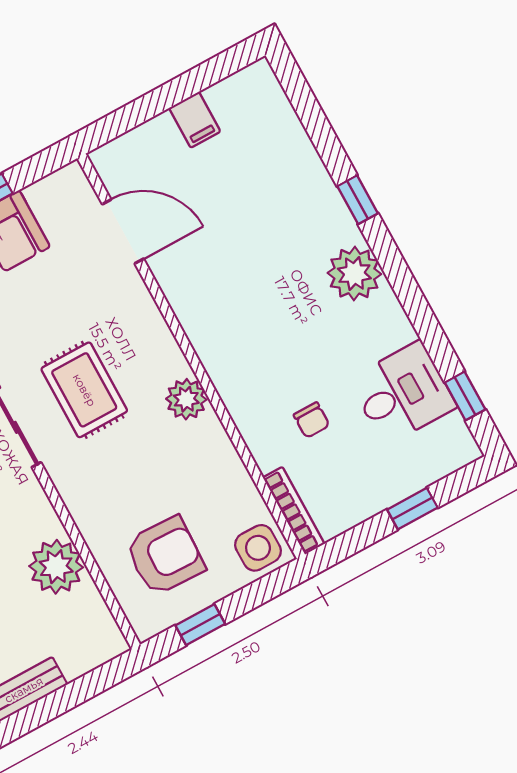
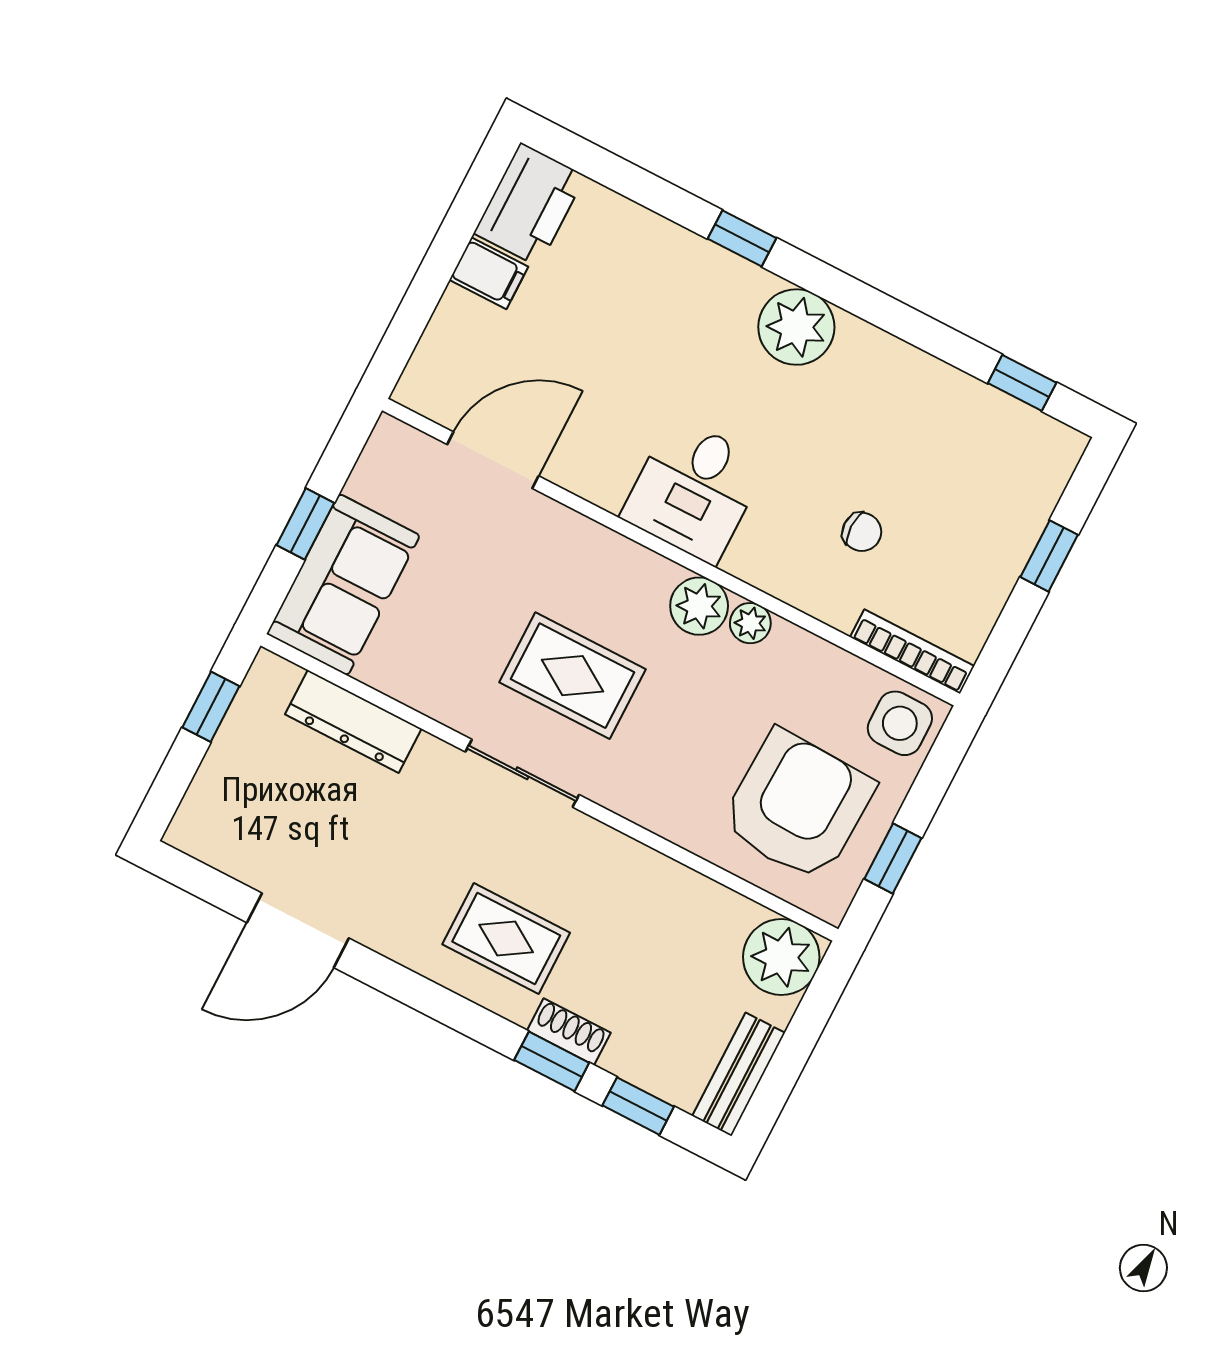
printer: (246, 96) -> (530, 205), added
desk: (403, 393) -> (694, 490), moved, turned 180
plant: (210, 430) -> (750, 623), added
armchair: (165, 556) -> (798, 806), width x1.36, depth x1.36
plant: (56, 567) -> (781, 957), moved

